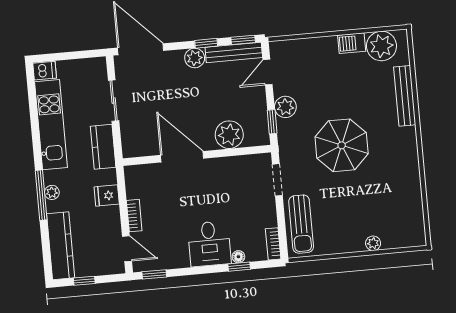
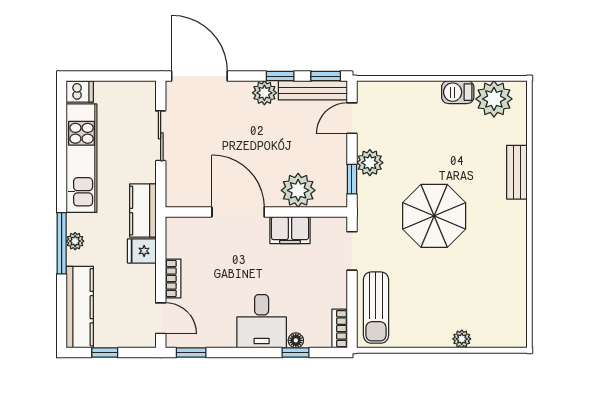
bench: (405, 96) -> (517, 172), width x0.73
kitchen counter: (103, 147) -> (143, 211), moved
filing cabinet: (226, 168) -> (290, 230), added

